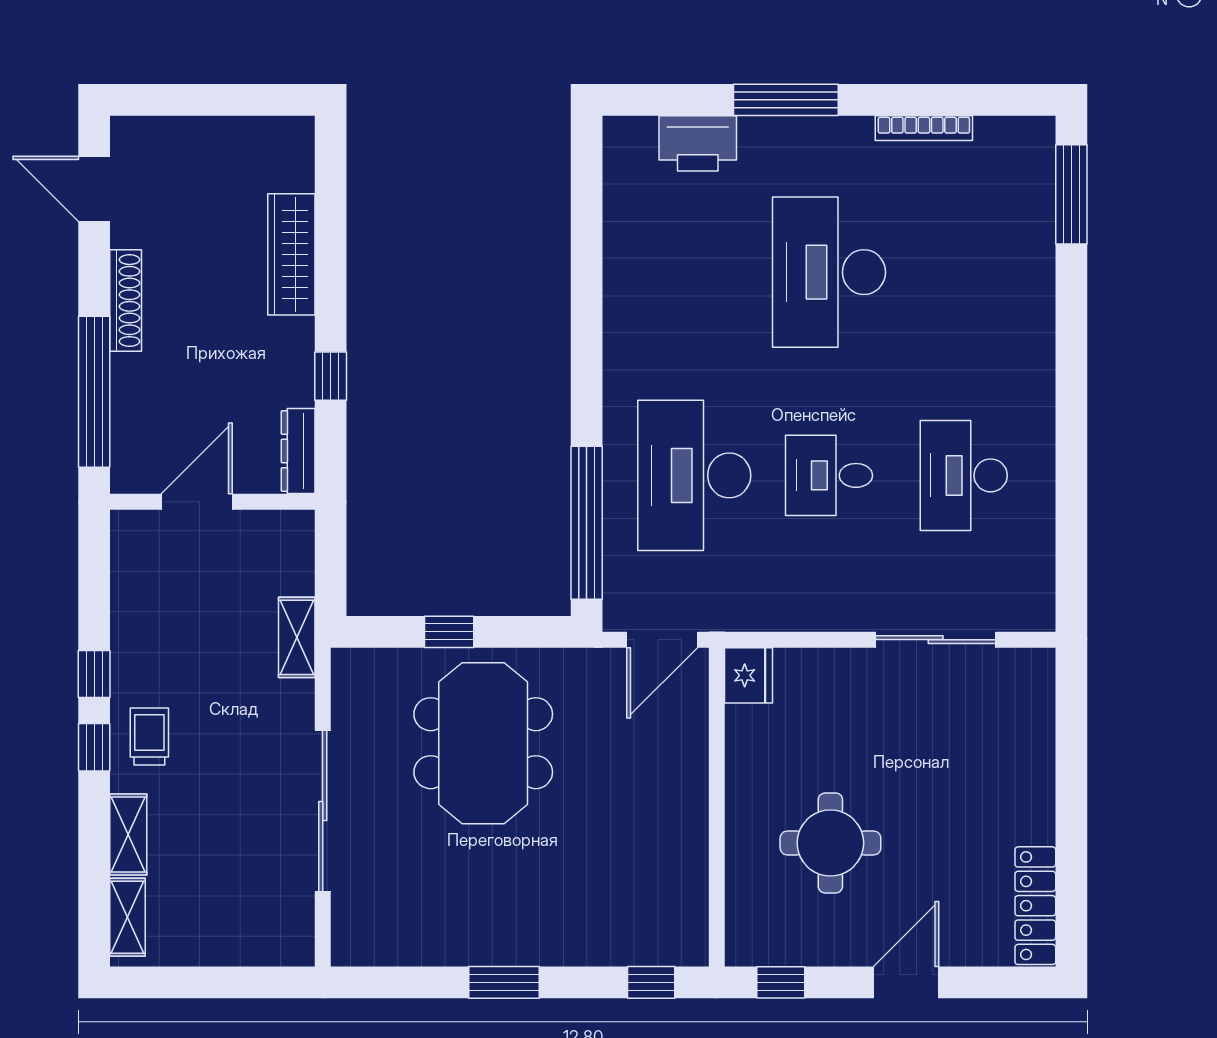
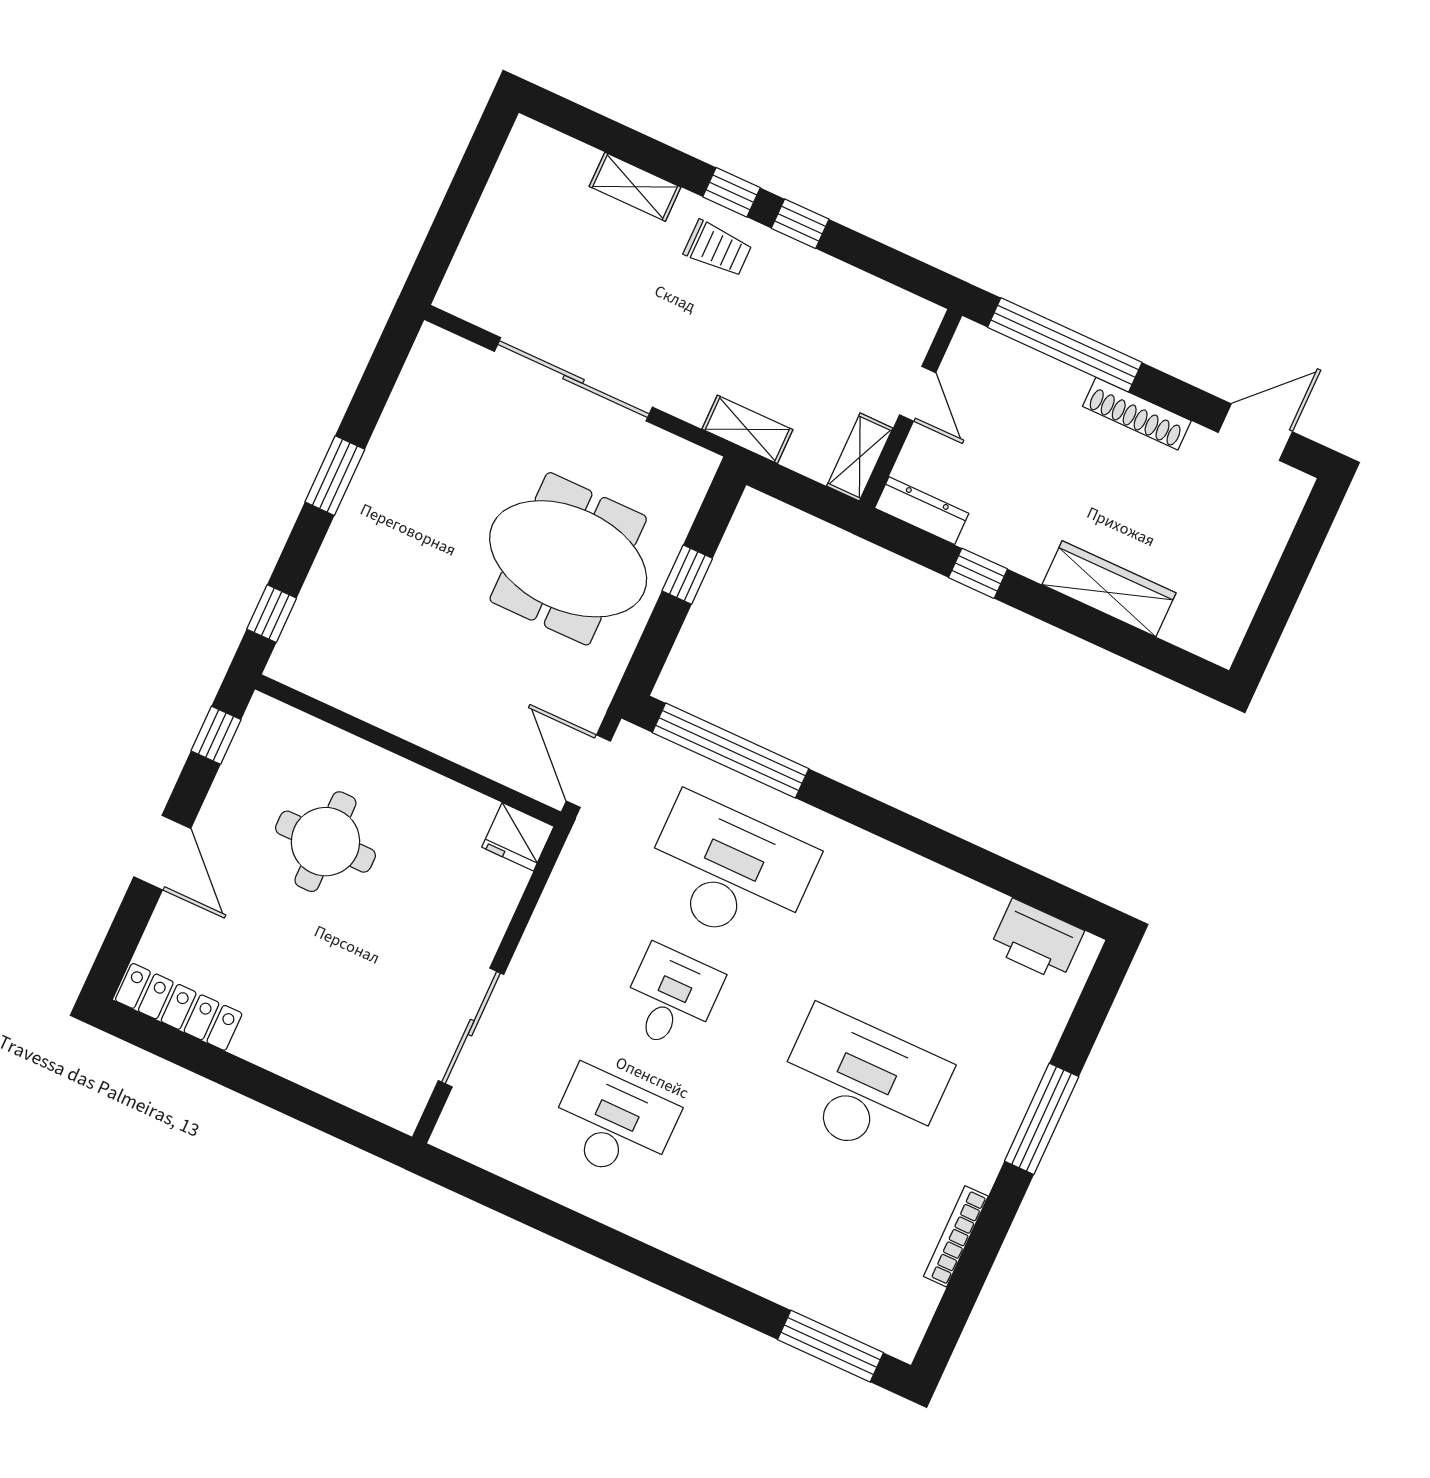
printer: (698, 143) -> (1037, 940), moved, turned -90
door: (197, 502) -> (918, 394), width x0.73
shelving: (128, 917) -> (860, 457), moved, turned 90

